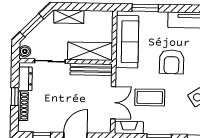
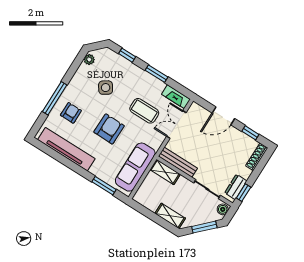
shelving: (90, 51) -> (165, 172), width x0.67, depth x0.75
window: (15, 97) -> (244, 193), moved
shoe rack: (23, 106) -> (257, 157), moved

